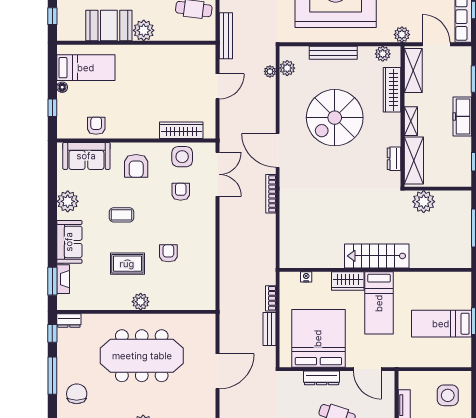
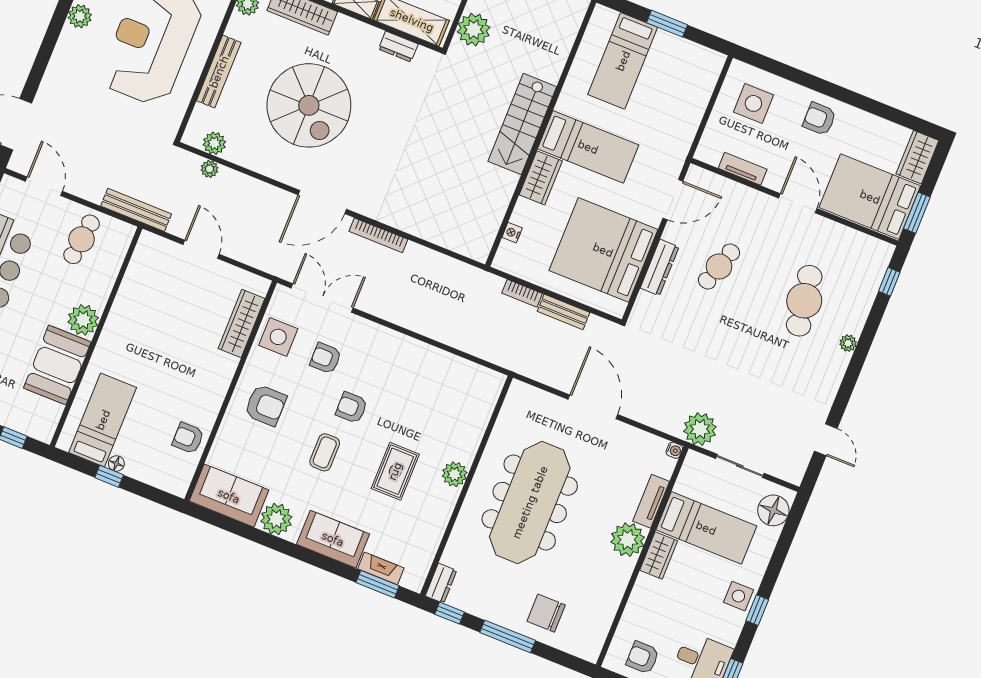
window: (52, 108) -> (109, 476), moved
sofa: (86, 156) -> (229, 496), moved, turned -90
armchair: (168, 253) -> (351, 408), moved
bed: (441, 324) -> (623, 61), moved

